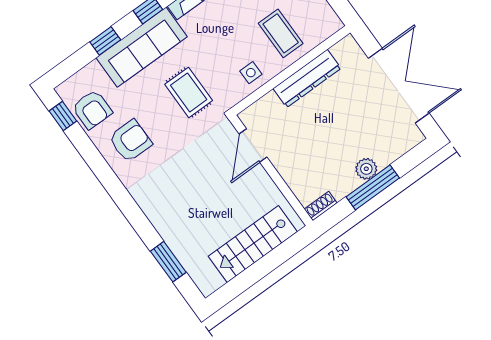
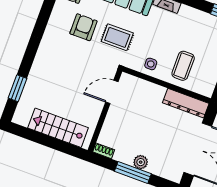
dresser: (307, 78) -> (186, 103), moved
rug: (189, 92) -> (117, 37), turned 90
armchair: (130, 141) -> (83, 27), moved, turned -90

